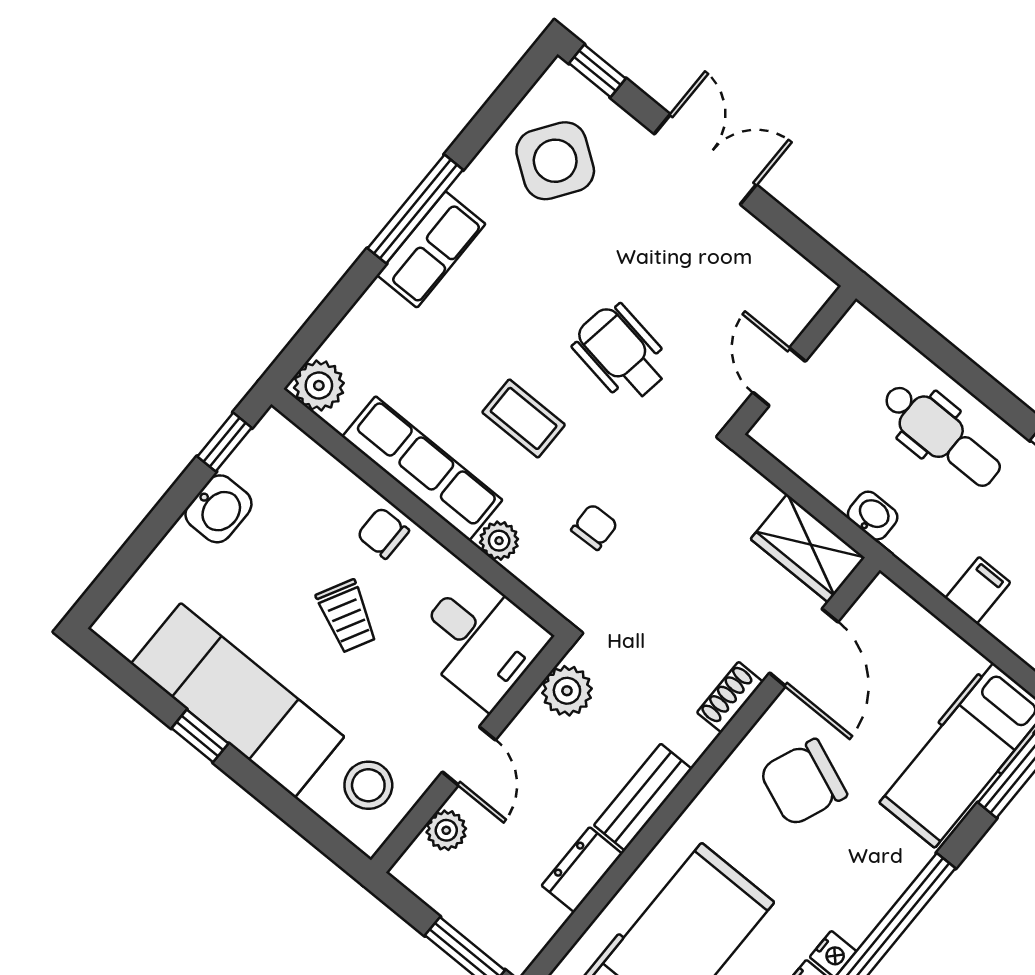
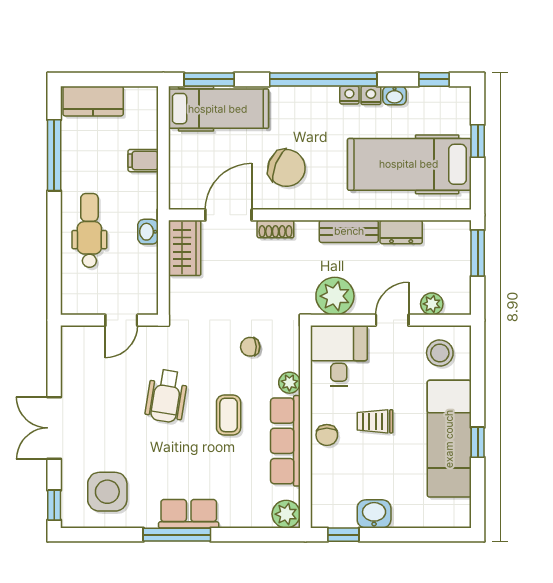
side table: (555, 161) -> (107, 492), turned -35
trolley: (347, 616) -> (375, 421), turned -118
plant: (567, 691) -> (335, 296), width x1.36, depth x1.36

